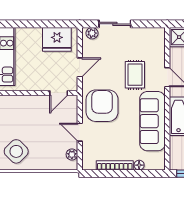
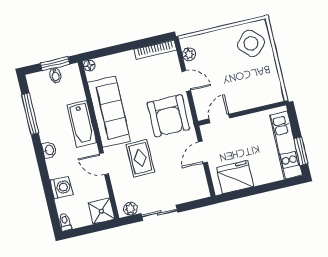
sliding door: (115, 24) -> (159, 213), moved
plant: (92, 33) -> (130, 209), moved
bookcase: (115, 165) -> (155, 50), moved
floor lamp: (139, 165) -> (89, 65), moved

